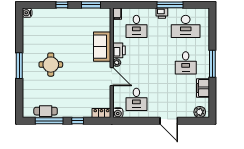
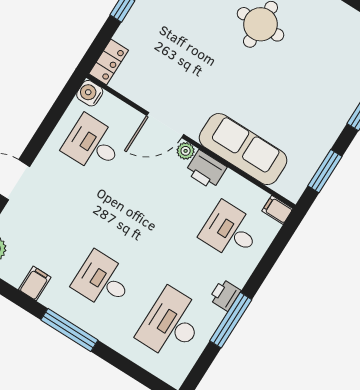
sofa: (102, 47) -> (243, 149), width x1.36
filing cabinet: (203, 88) -> (35, 283), width x0.50

